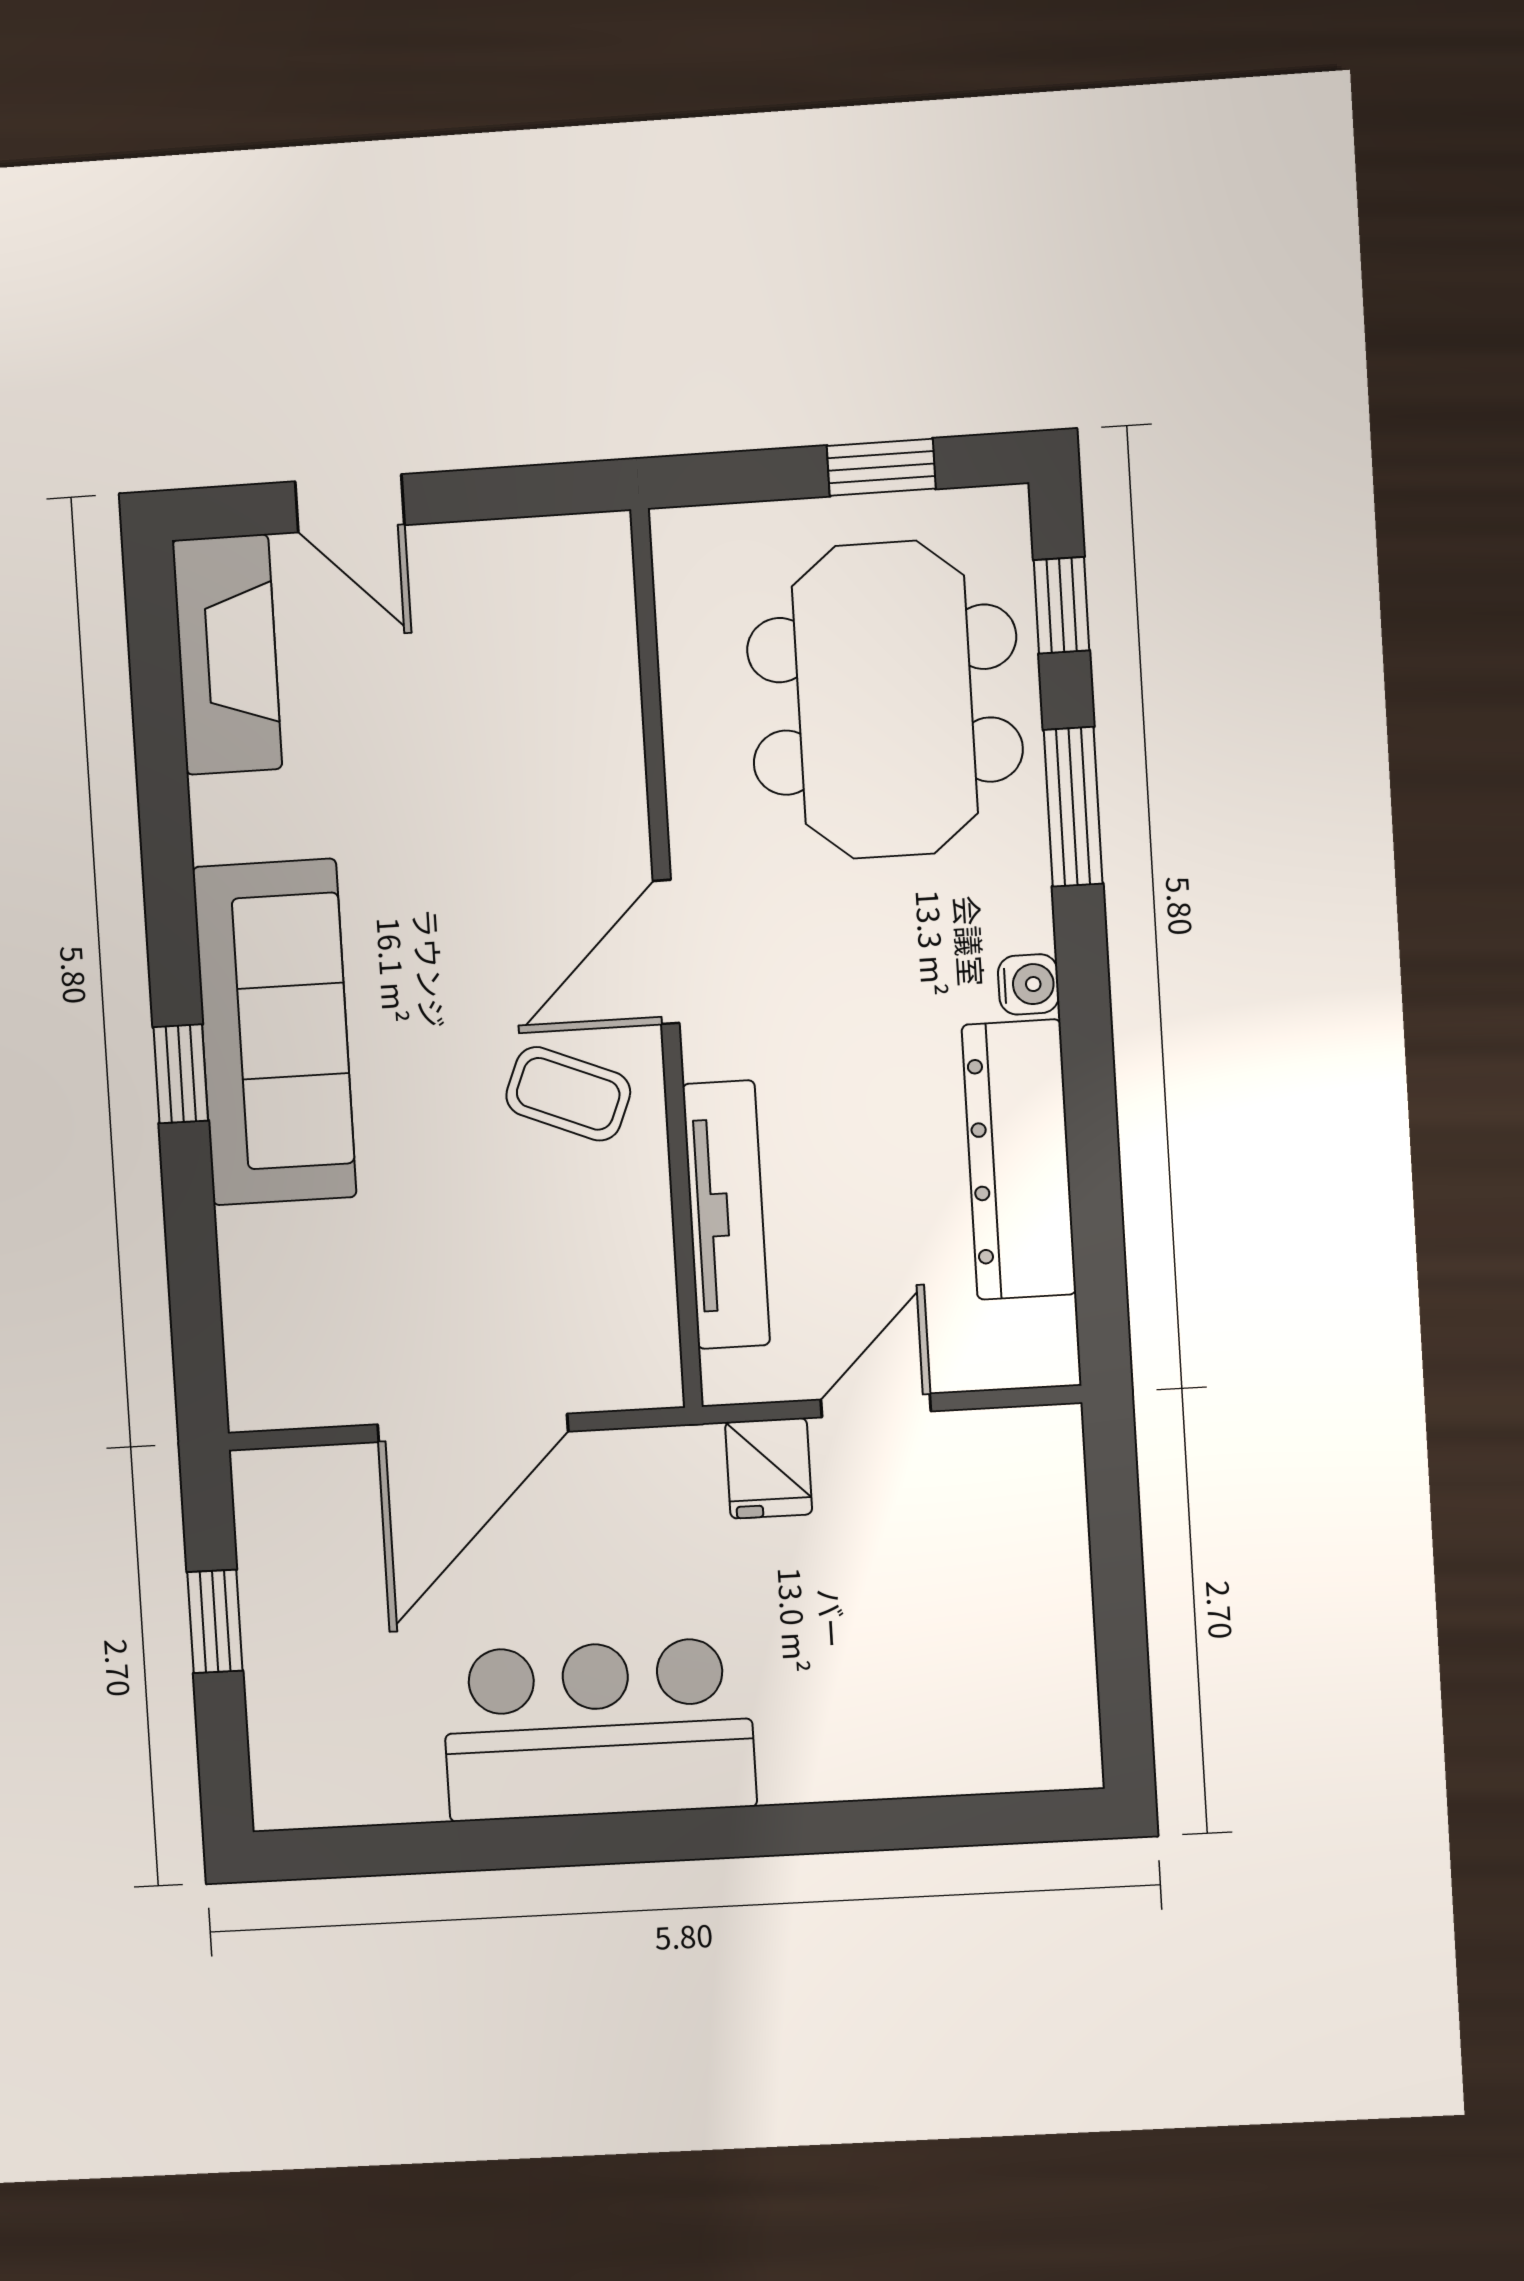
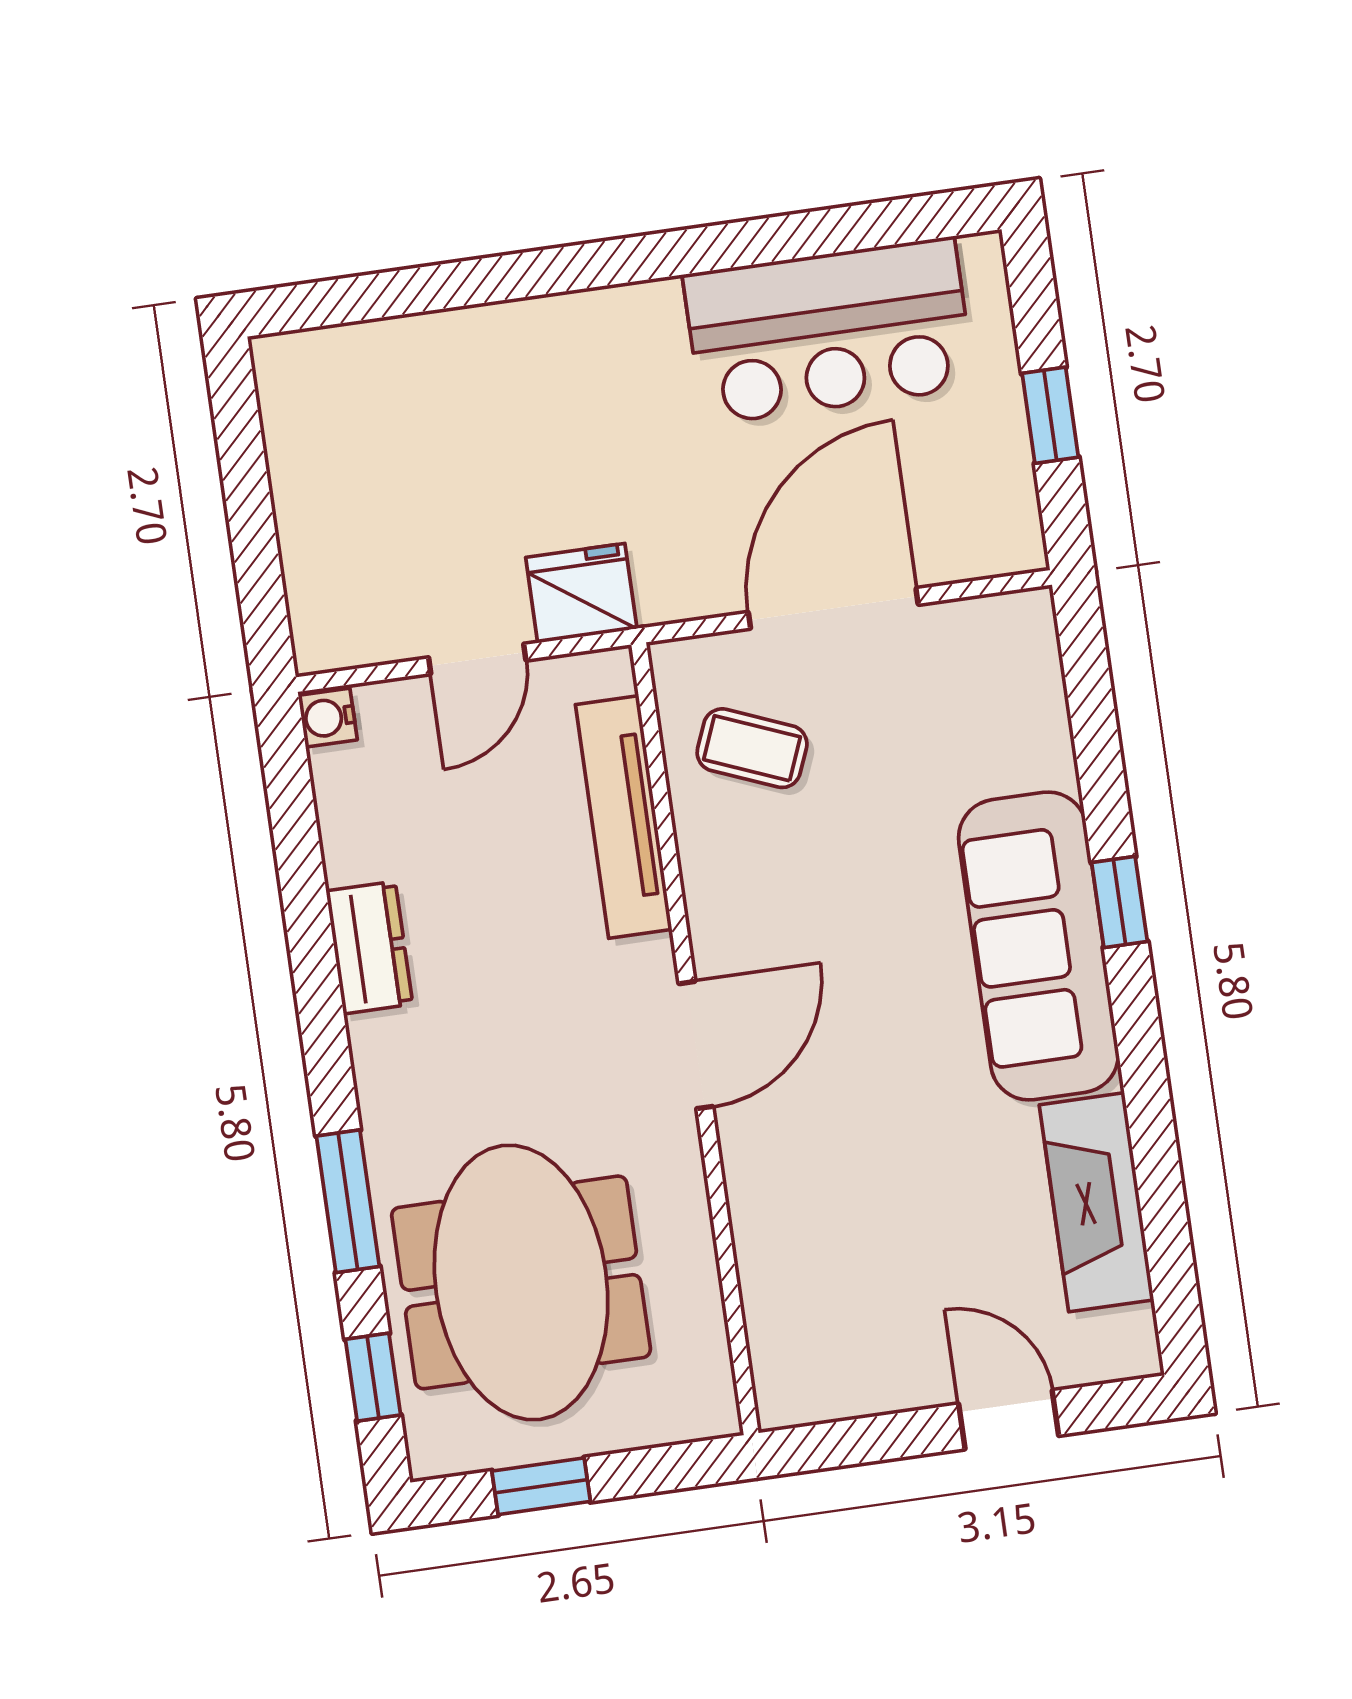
fireplace: (227, 655) -> (1097, 1202), moved
water cooler: (1029, 984) -> (328, 718), moved
coffee table: (568, 1094) -> (752, 748), moved
dresser: (1019, 1160) -> (369, 948), width x0.51, depth x0.80
fridge: (769, 1468) -> (581, 593), width x1.38
bar counter: (598, 1729) -> (829, 331), moved

